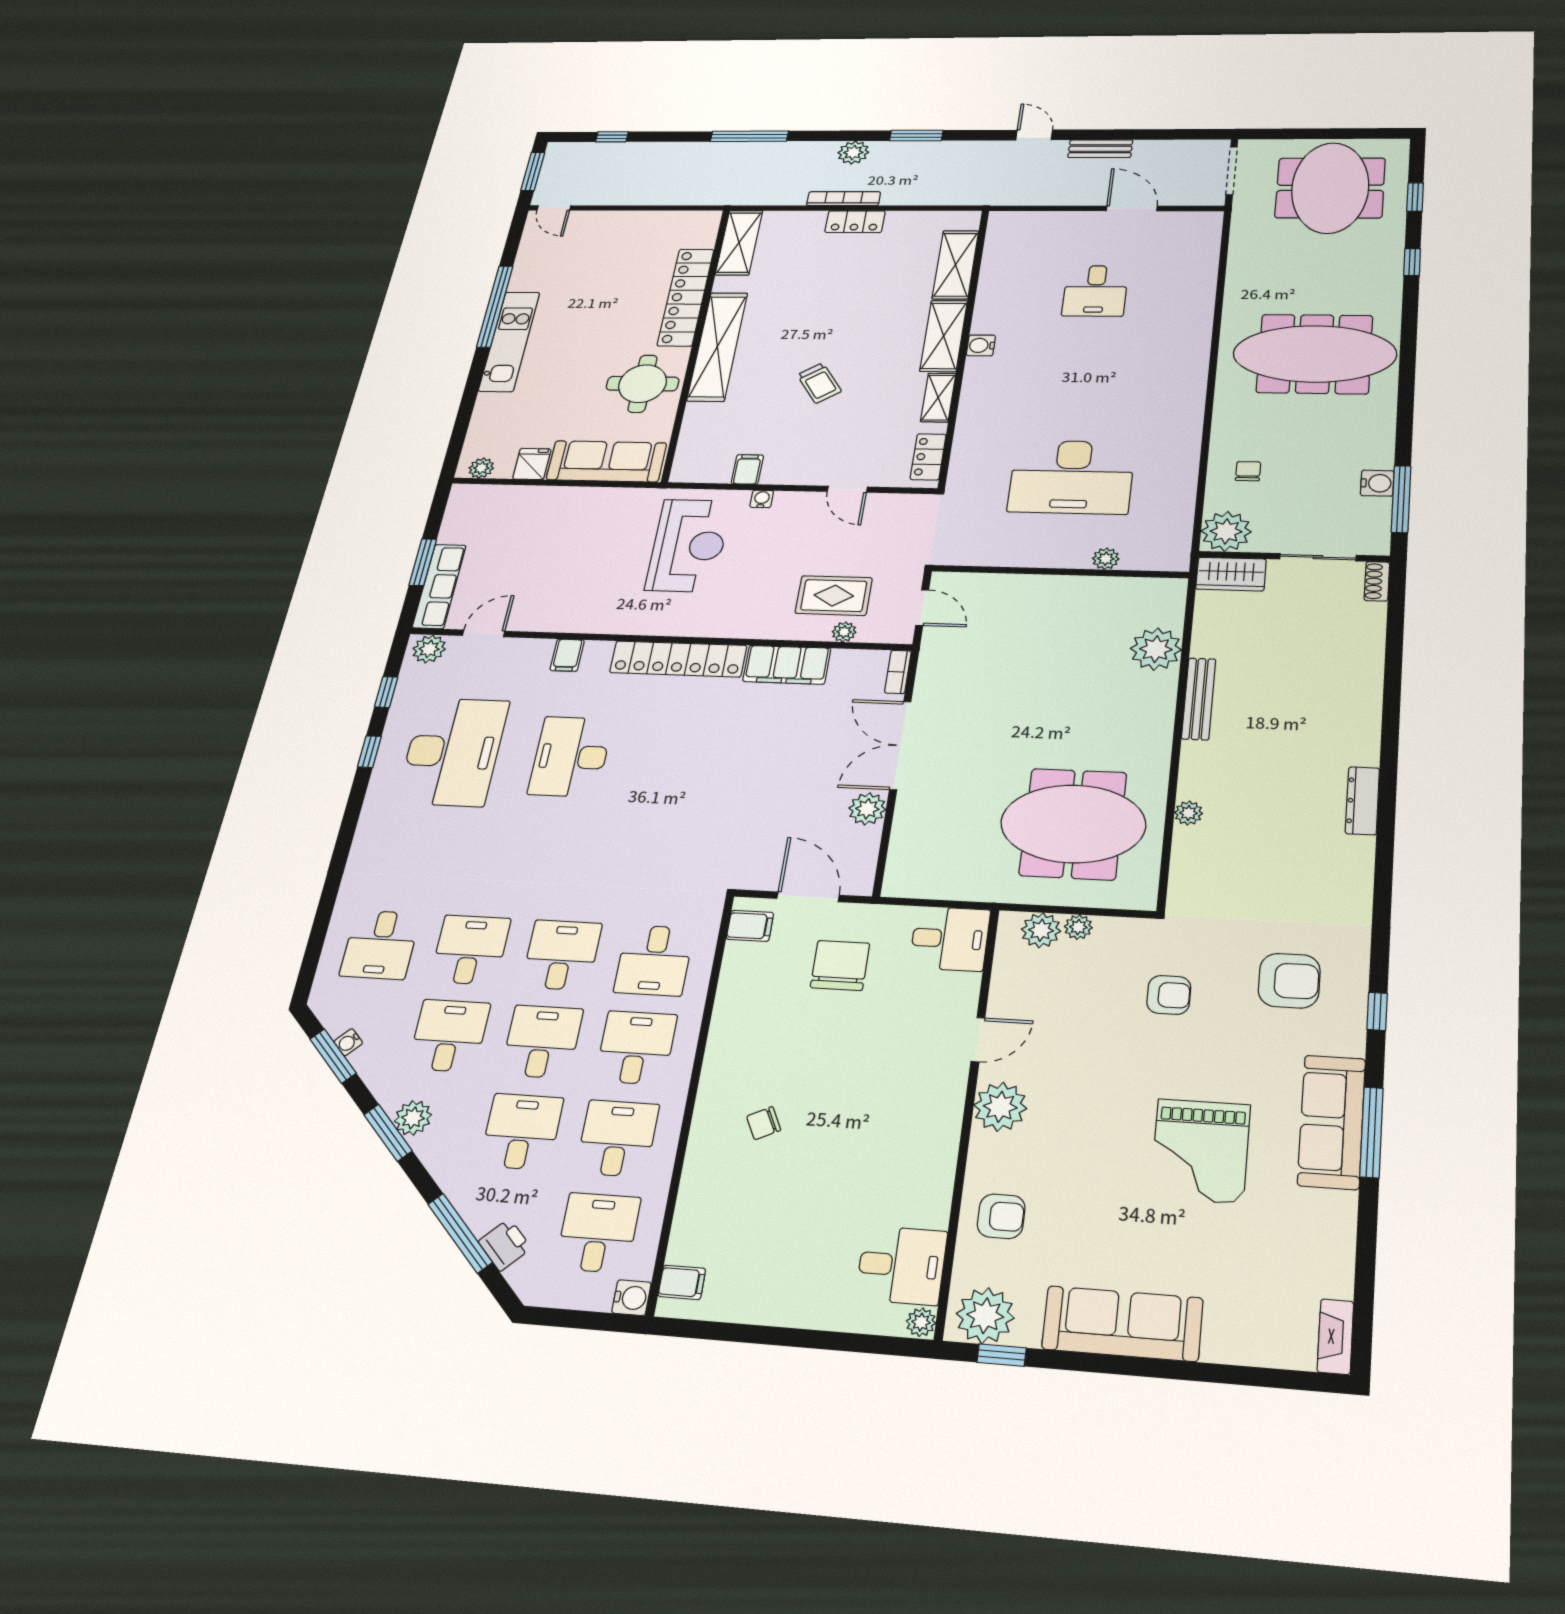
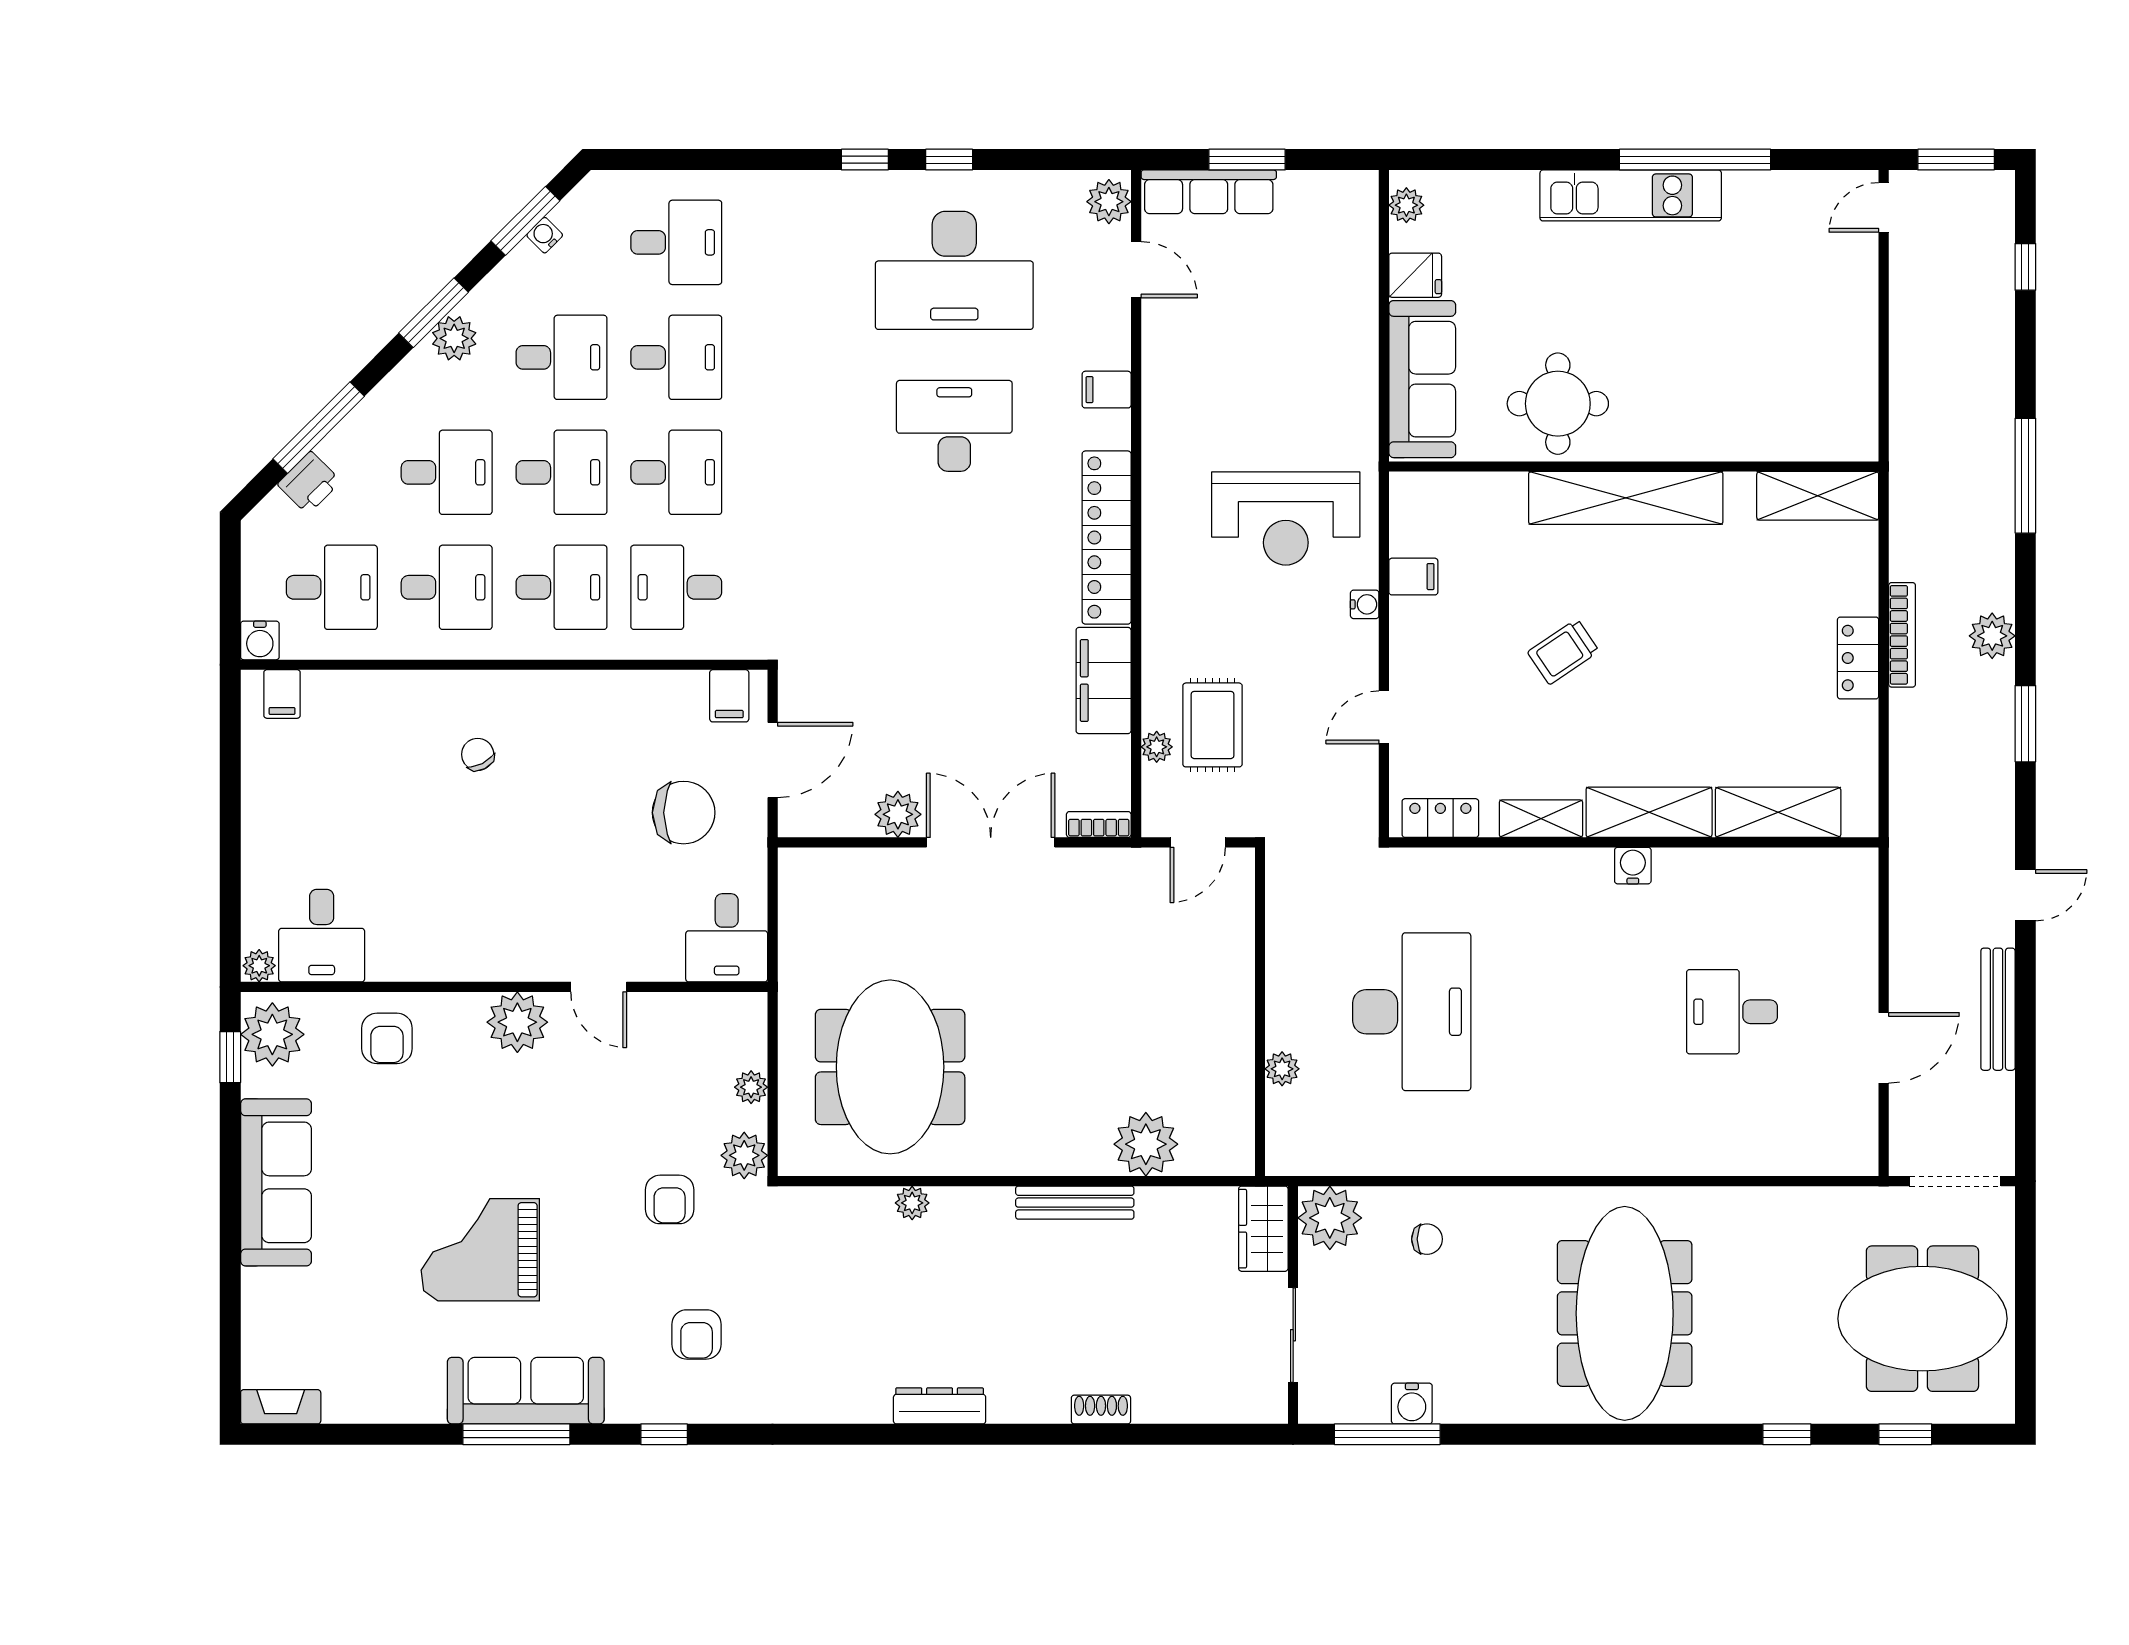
bench: (1100, 149) -> (1998, 1009), width x1.36
locker: (686, 297) -> (1715, 436), removed
desk: (1071, 477) -> (1412, 1012), turned 180
shoe rack: (1377, 581) -> (1101, 1410), moved
window: (386, 692) -> (865, 160), moved
plant: (1041, 930) -> (744, 1155), moved
desk: (380, 945) -> (676, 242), turned 180
armchair: (1289, 981) -> (697, 1334), width x0.72, depth x0.72

